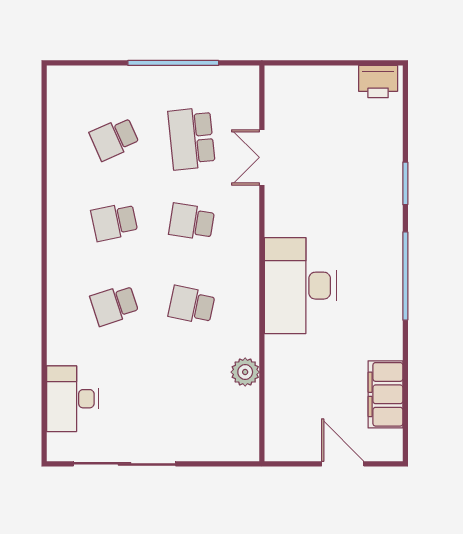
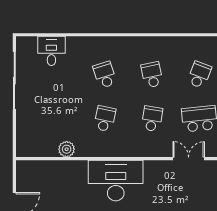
school desk: (114, 139) -> (199, 75), turned 45
desk: (72, 399) -> (51, 51), width x0.73

